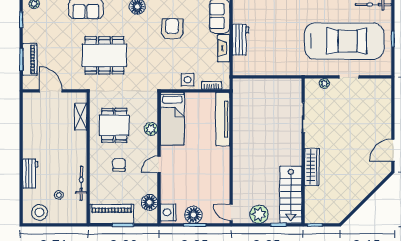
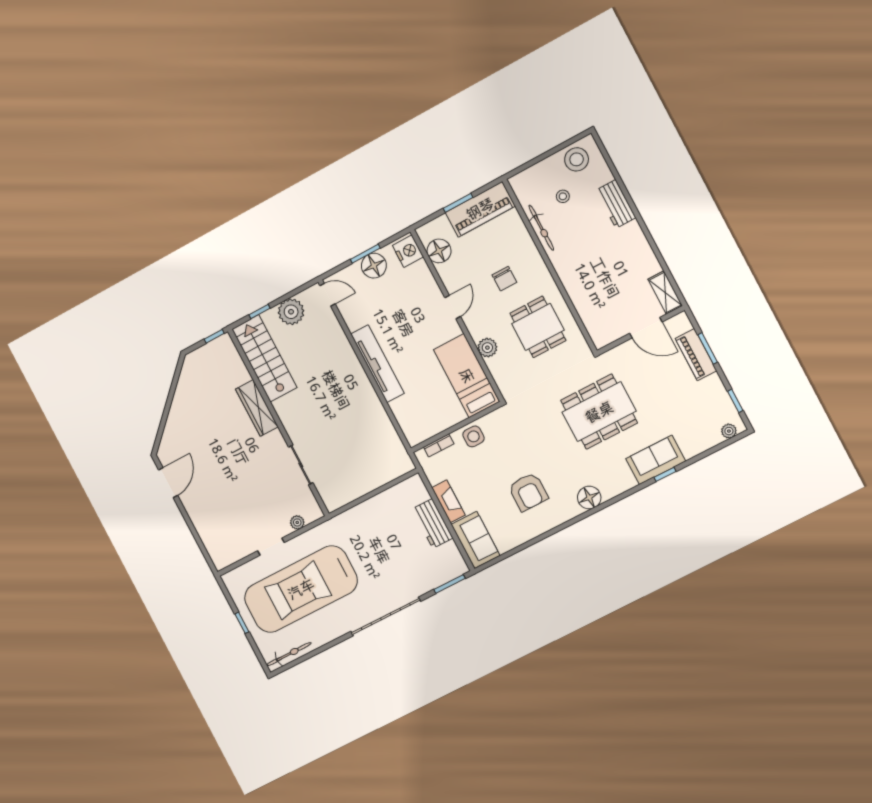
shelving: (81, 117) -> (665, 293), moved
tv unit: (223, 119) -> (377, 364), moved

